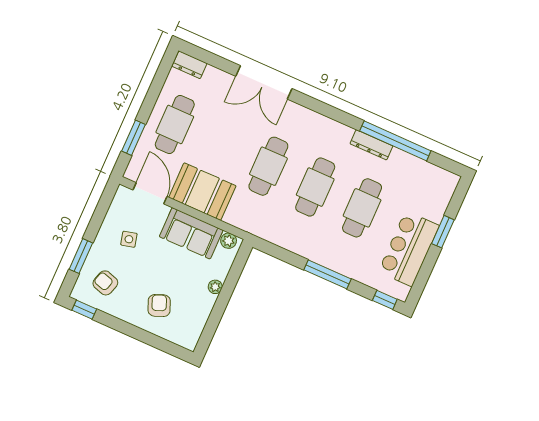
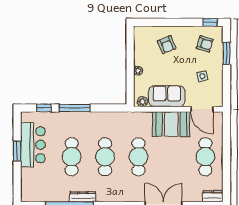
window: (133, 138) -> (226, 138), removed
window: (443, 232) -> (17, 151), moved
window: (385, 300) -> (44, 108), moved

